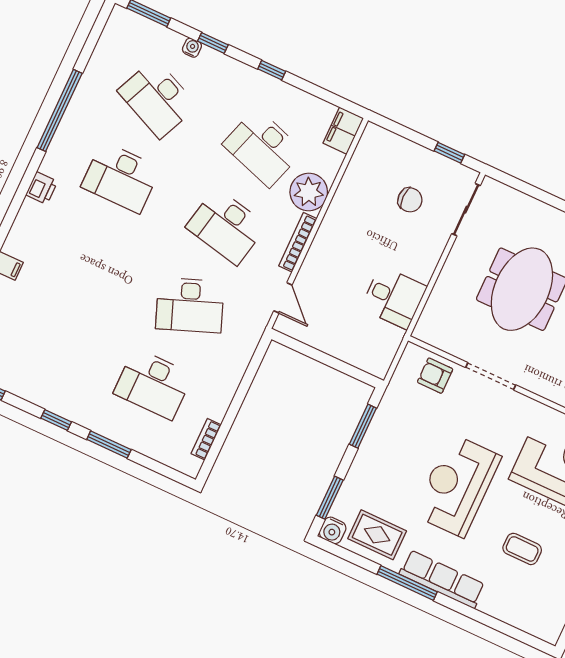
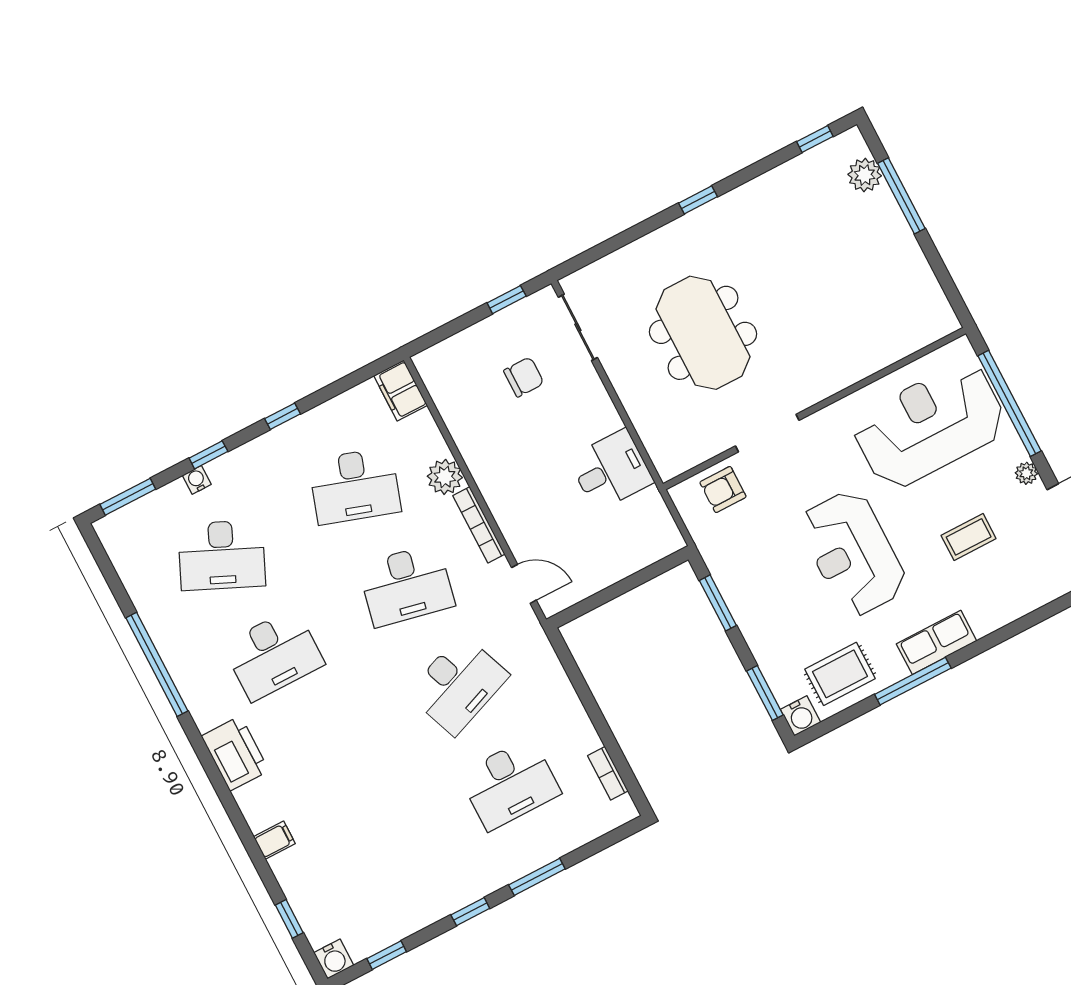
printer: (42, 188) -> (235, 753), width x1.87, depth x1.48
plant: (309, 192) -> (445, 477), width x0.73, depth x0.73
row of seats: (442, 579) -> (937, 642), width x0.68

